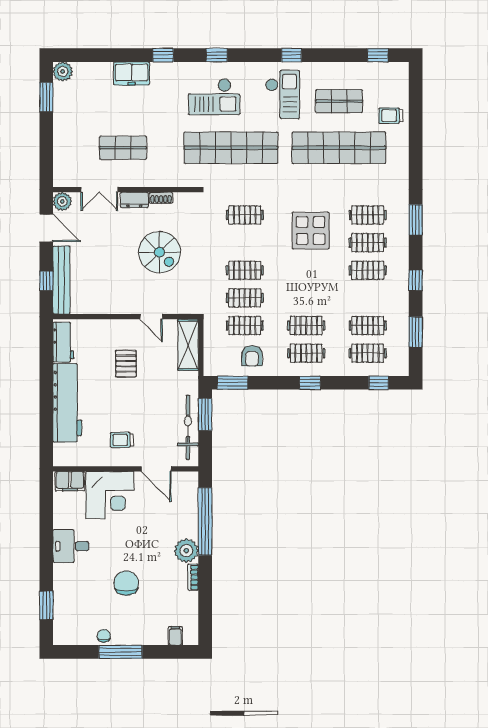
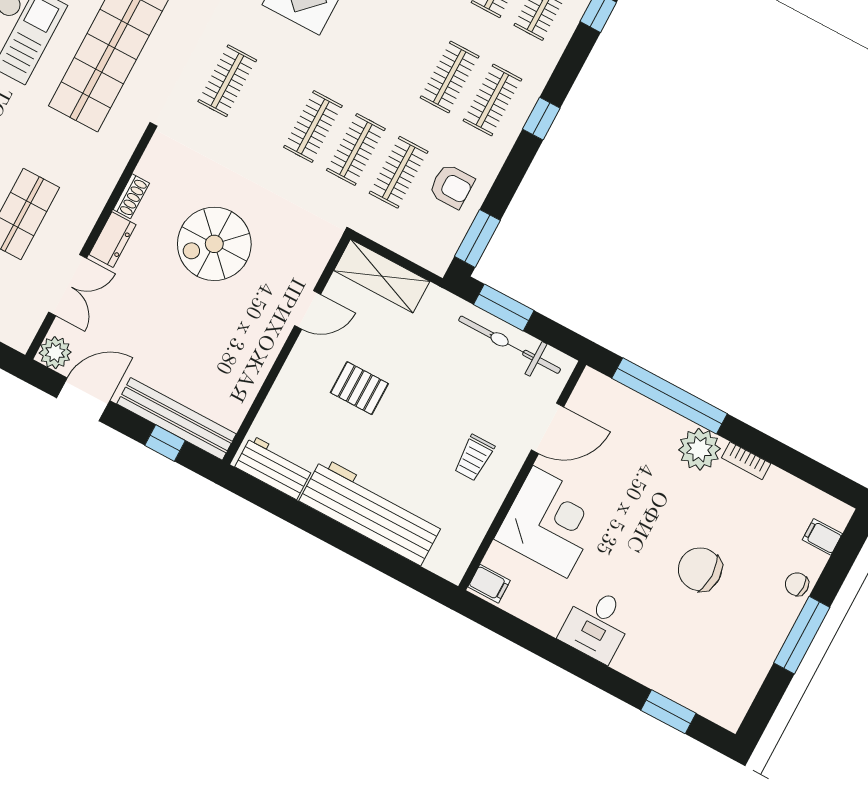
spiral stairs: (159, 252) -> (214, 244), turned 180
filing cabinet: (70, 481) -> (489, 584), width x0.50
chair: (104, 636) -> (797, 584), moved

